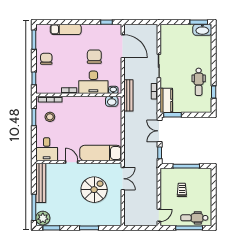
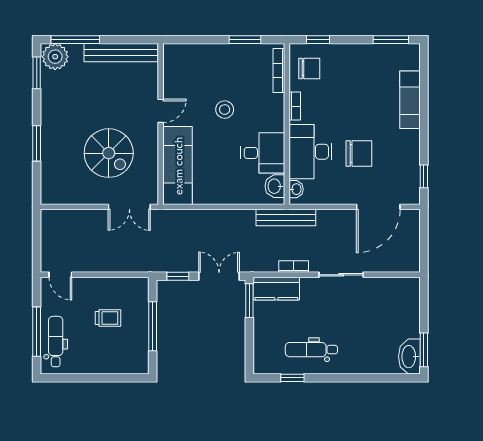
chair: (46, 59) -> (309, 69), moved
stool: (50, 117) -> (225, 110), moved
desk: (47, 149) -> (263, 153), moved, turned 180

